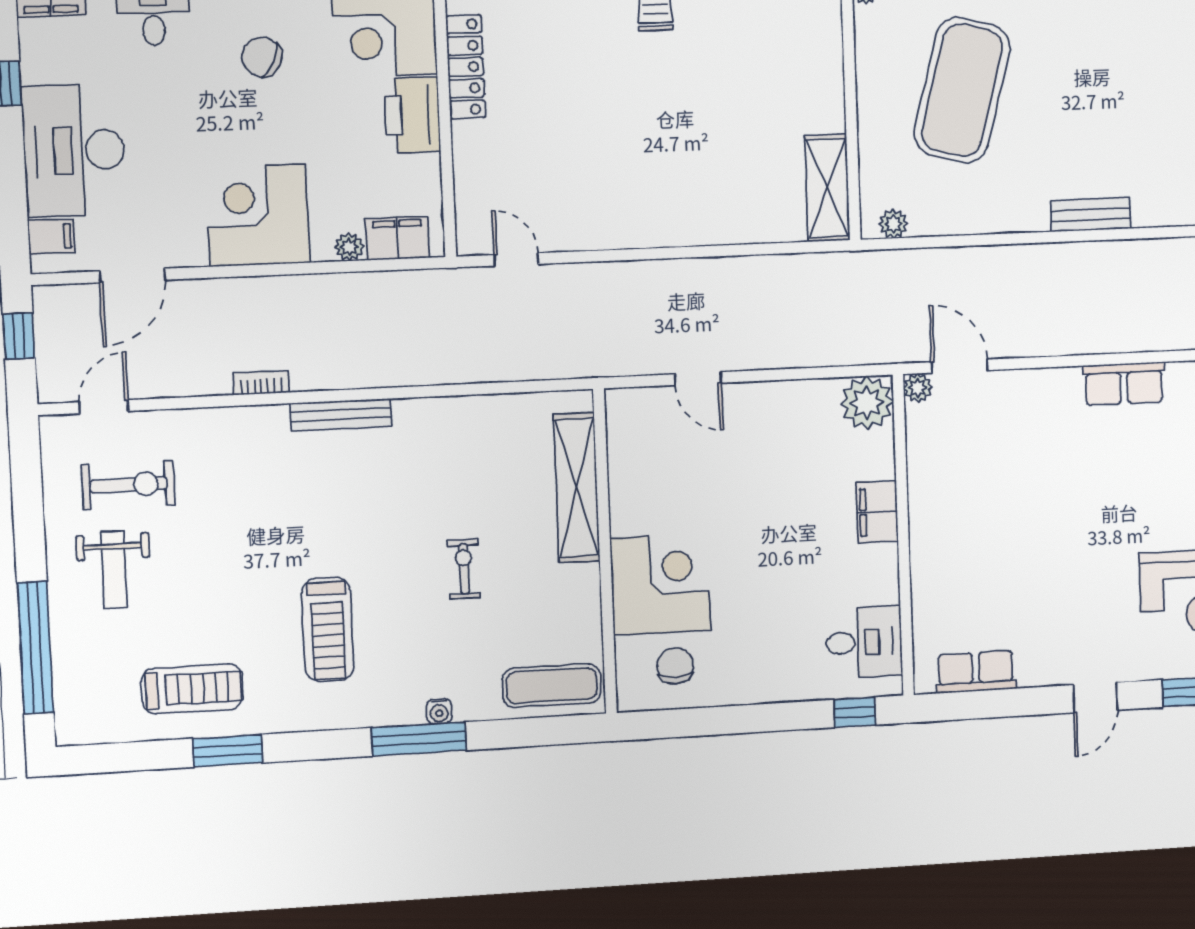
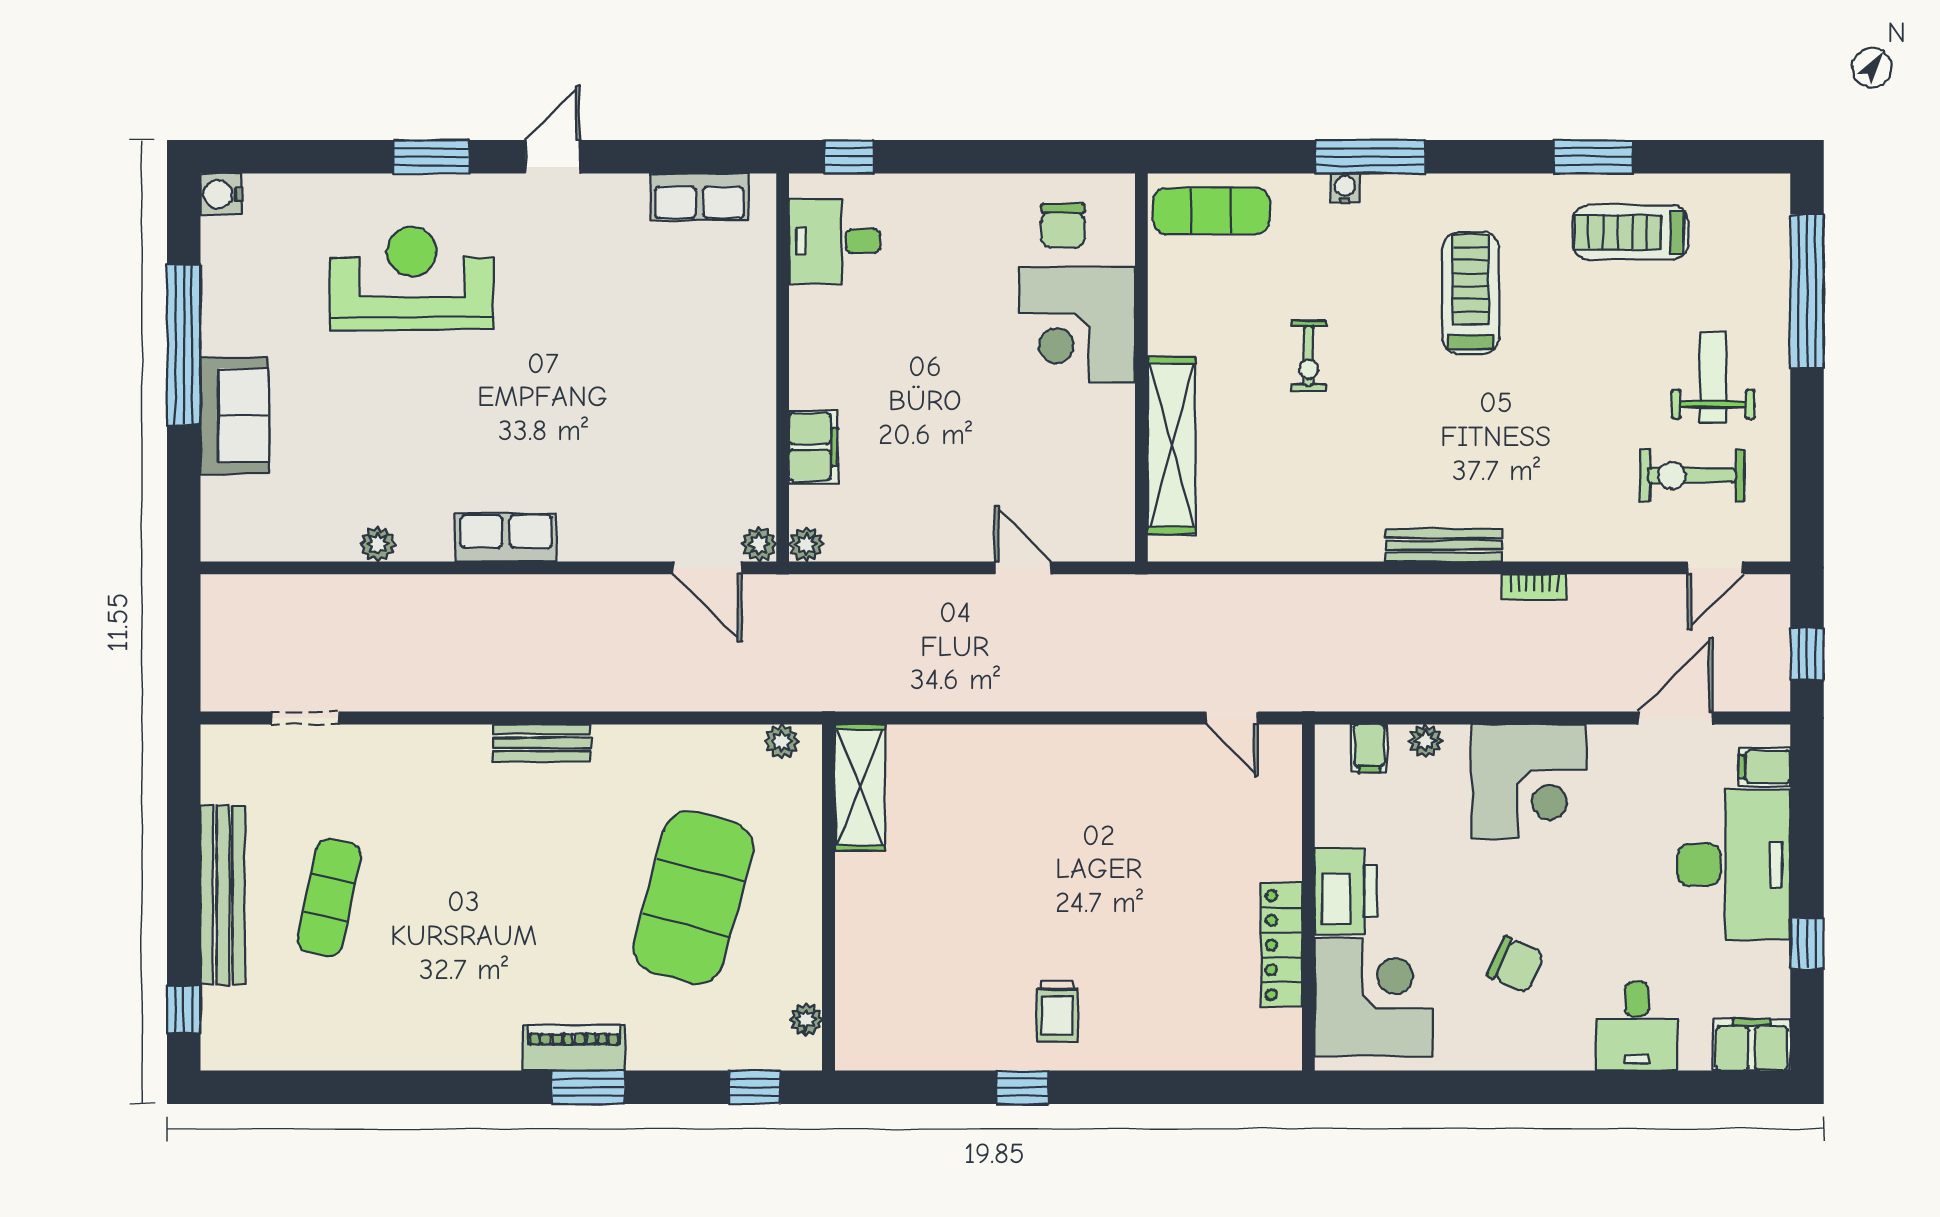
filing cabinet: (397, 238) -> (1369, 748), width x0.50
plant: (867, 403) -> (806, 544), width x0.53, depth x0.53
filing cabinet: (877, 512) -> (813, 447), moved

